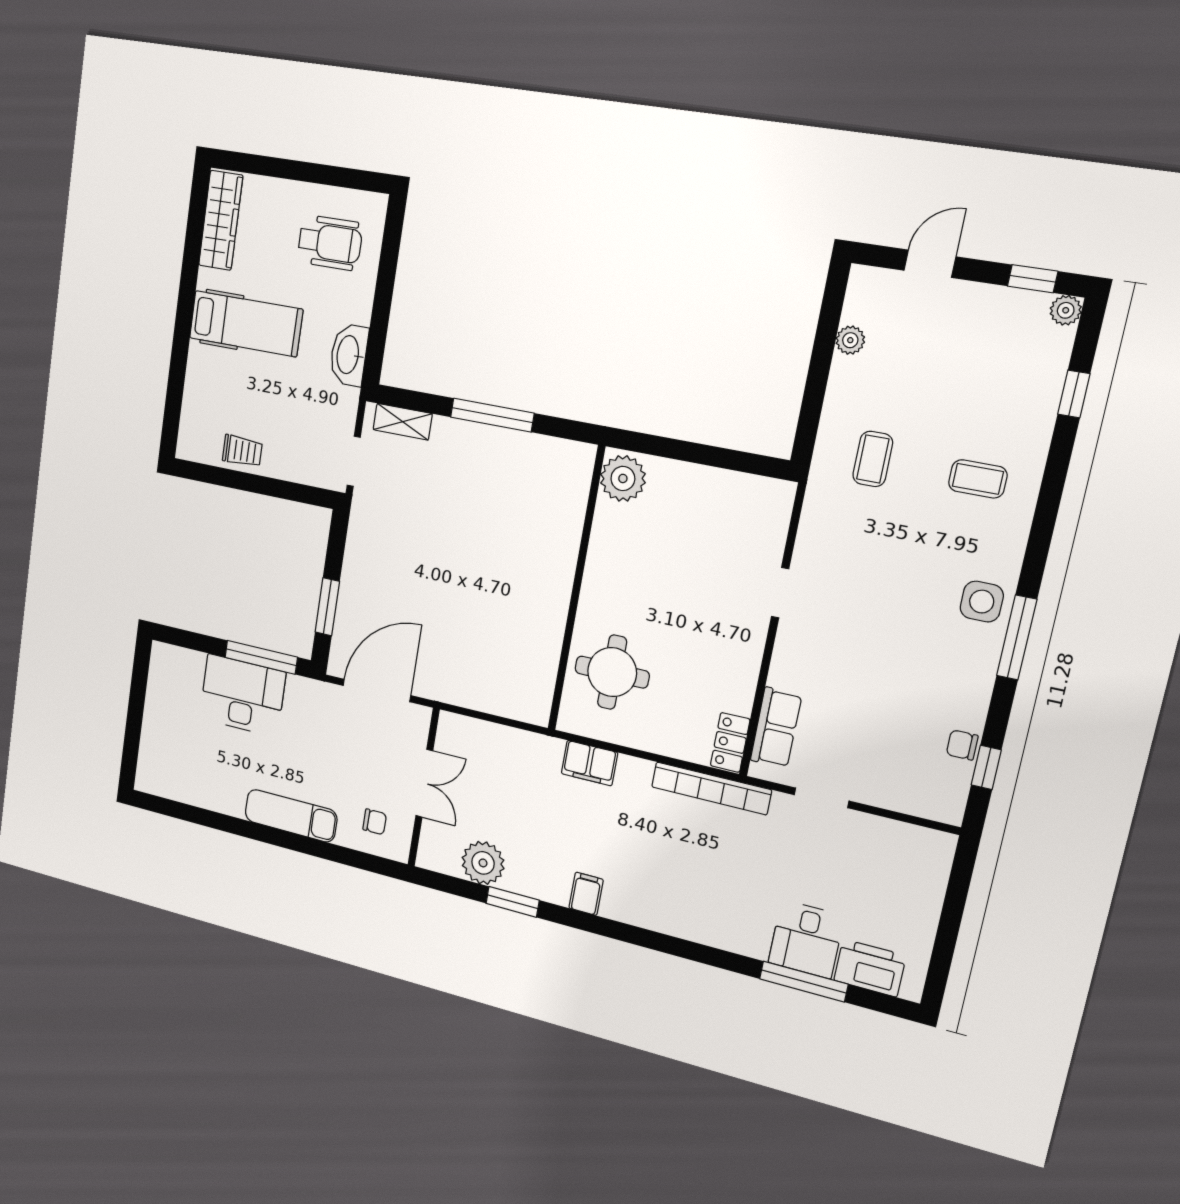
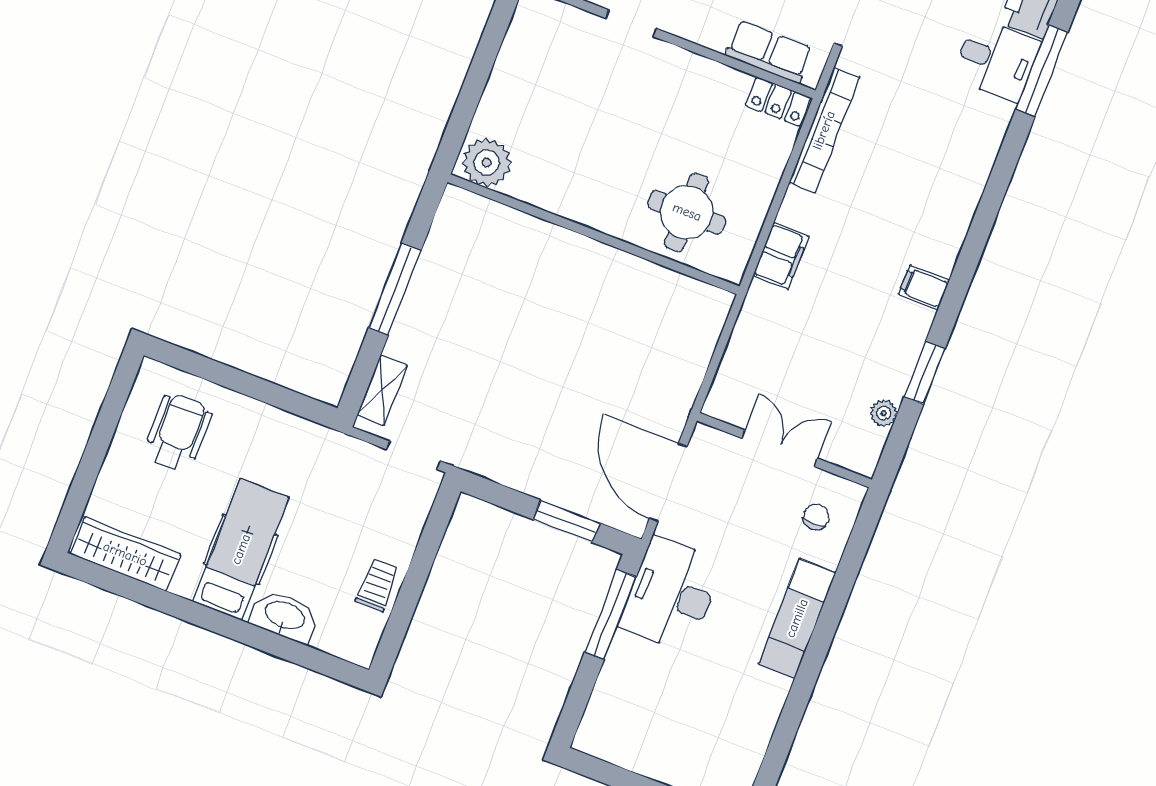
washbasin: (349, 355) -> (284, 616), moved, turned 180
desk: (242, 695) -> (671, 594), moved
plant: (483, 863) -> (884, 413), width x0.53, depth x0.53

